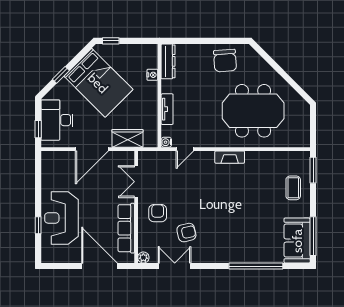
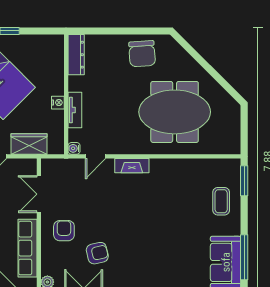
nightstand: (152, 75) -> (58, 103), moved
fireplace: (230, 157) -> (132, 166), moved

